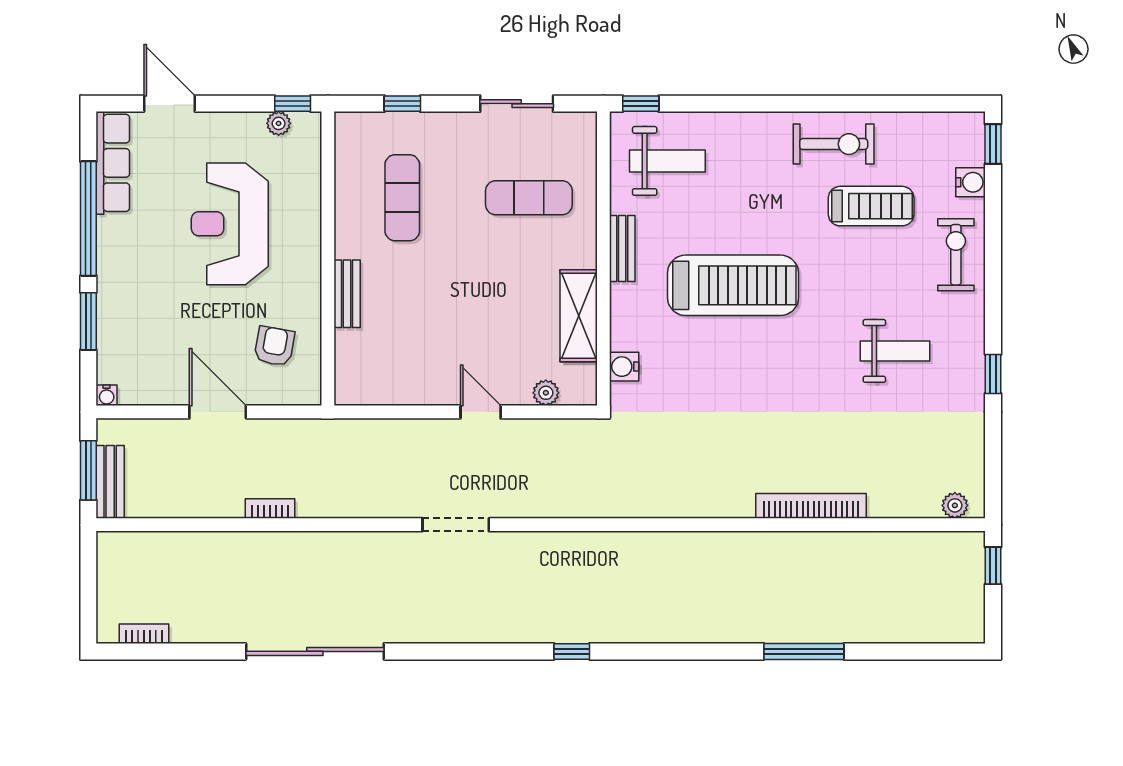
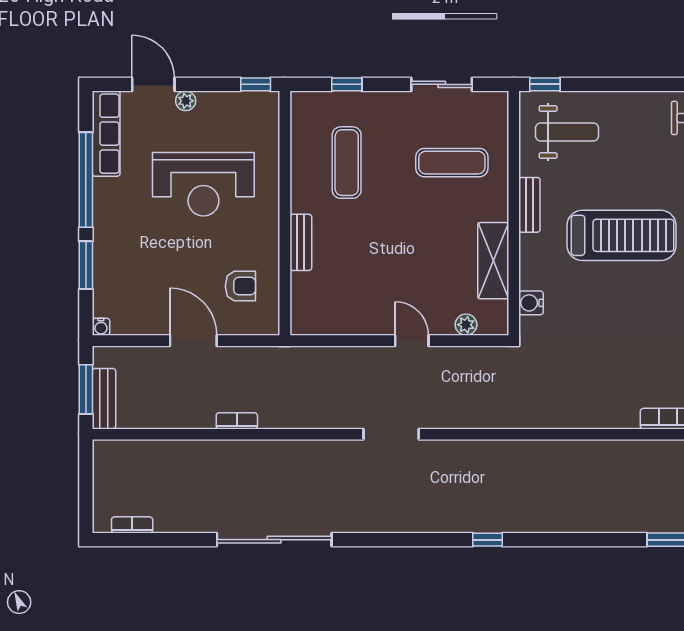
plant: (279, 123) -> (186, 101), moved
reception desk: (230, 224) -> (203, 184), turned -90
armchair: (274, 346) -> (240, 286), turned 80

